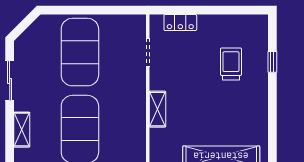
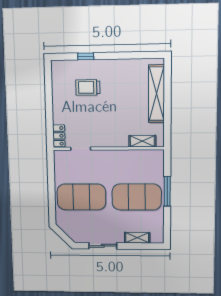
locker: (180, 23) -> (59, 136), moved
shelving: (157, 109) -> (142, 141), moved

